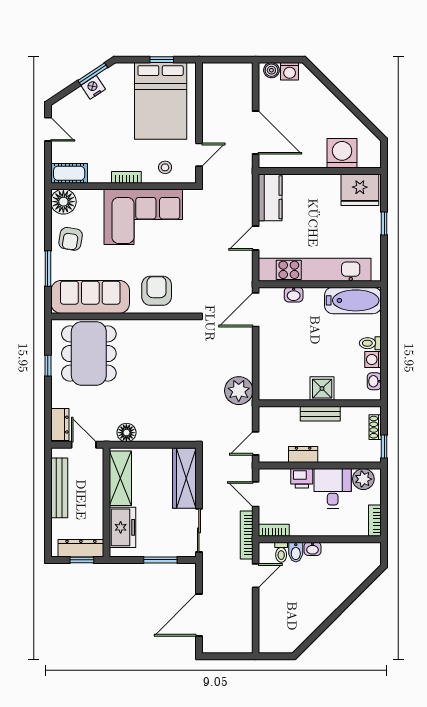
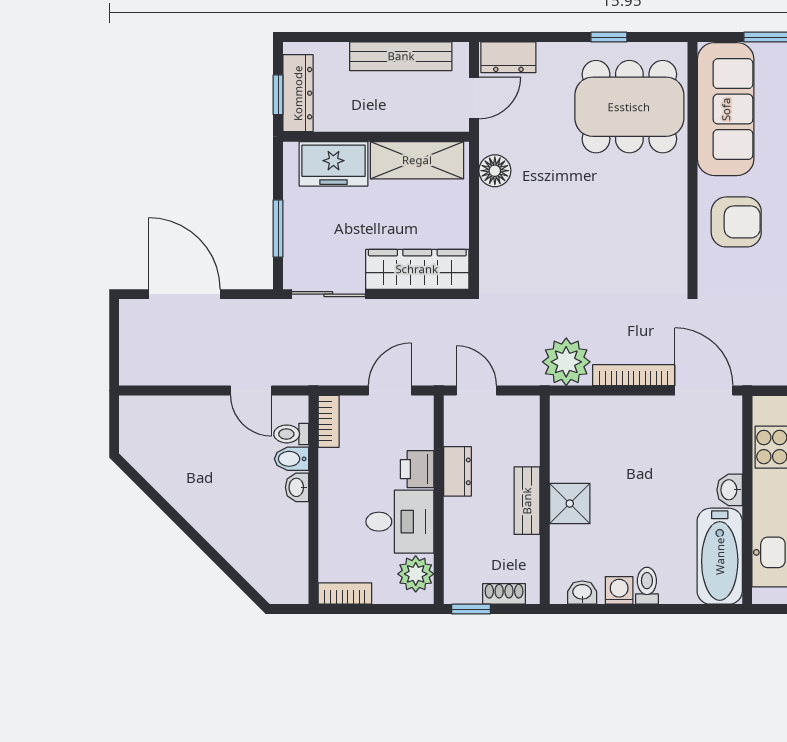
washbasin: (294, 295) -> (730, 490), moved
bookcase: (247, 535) -> (634, 375), moved

